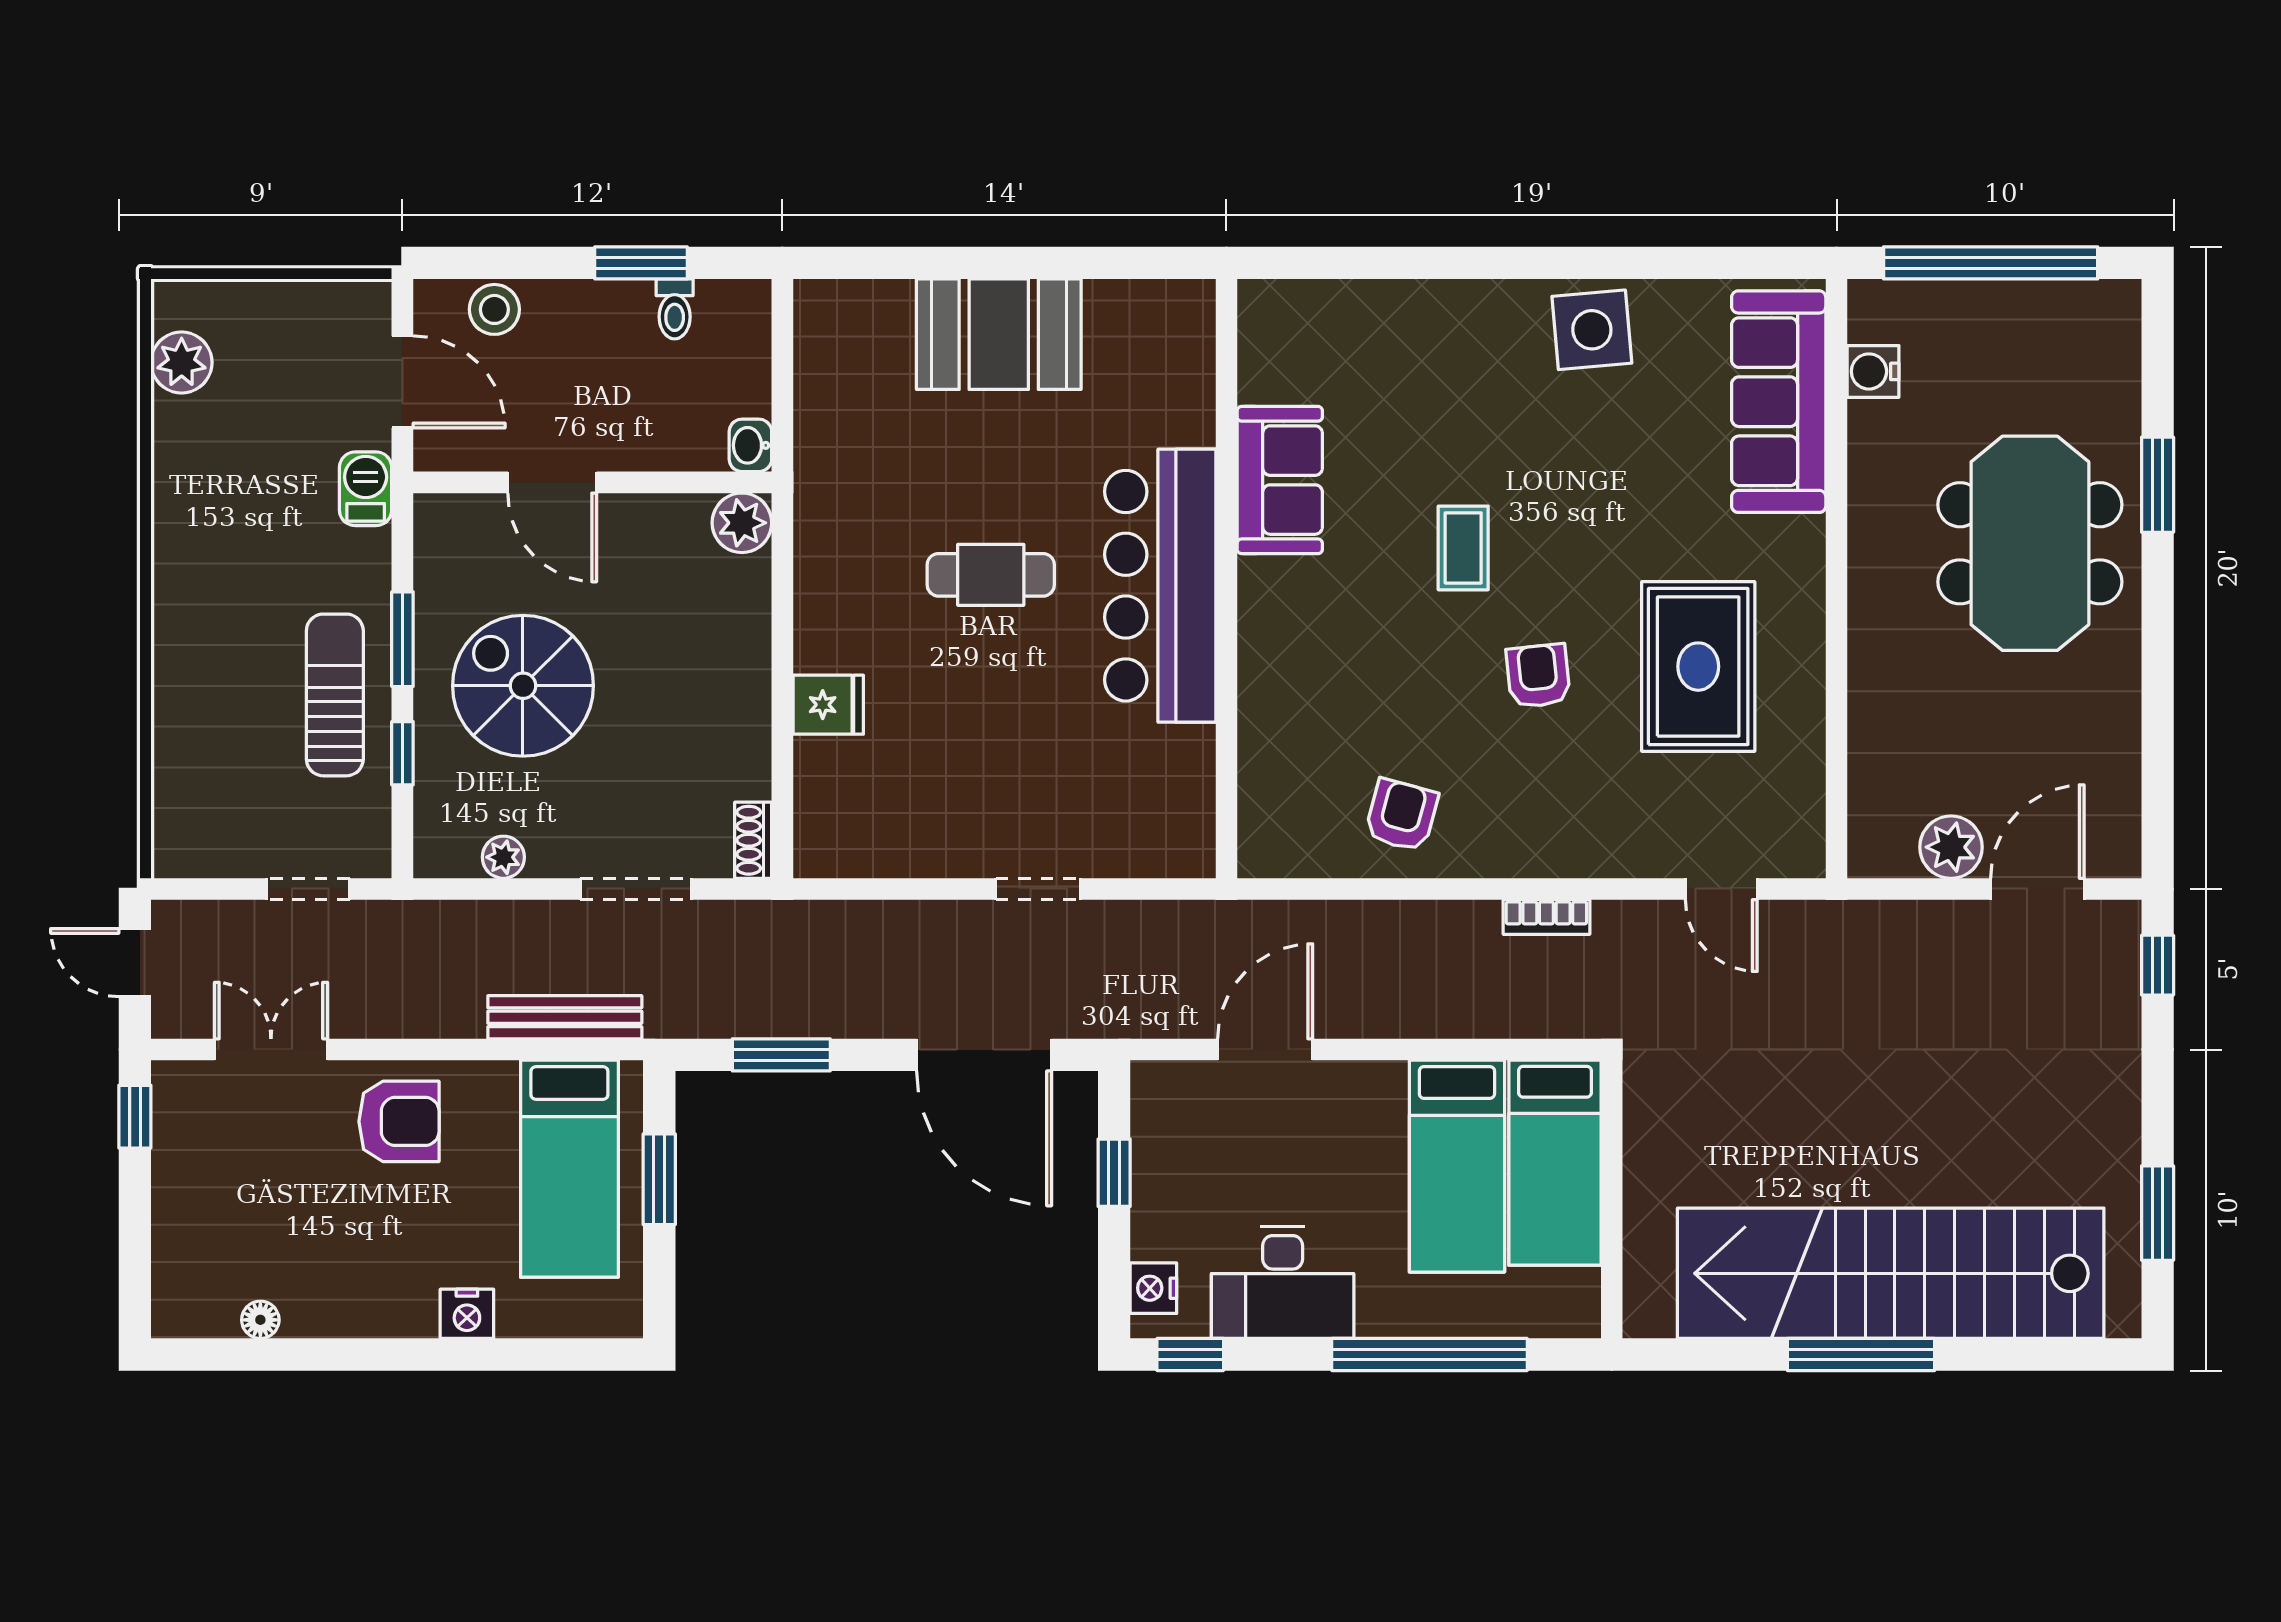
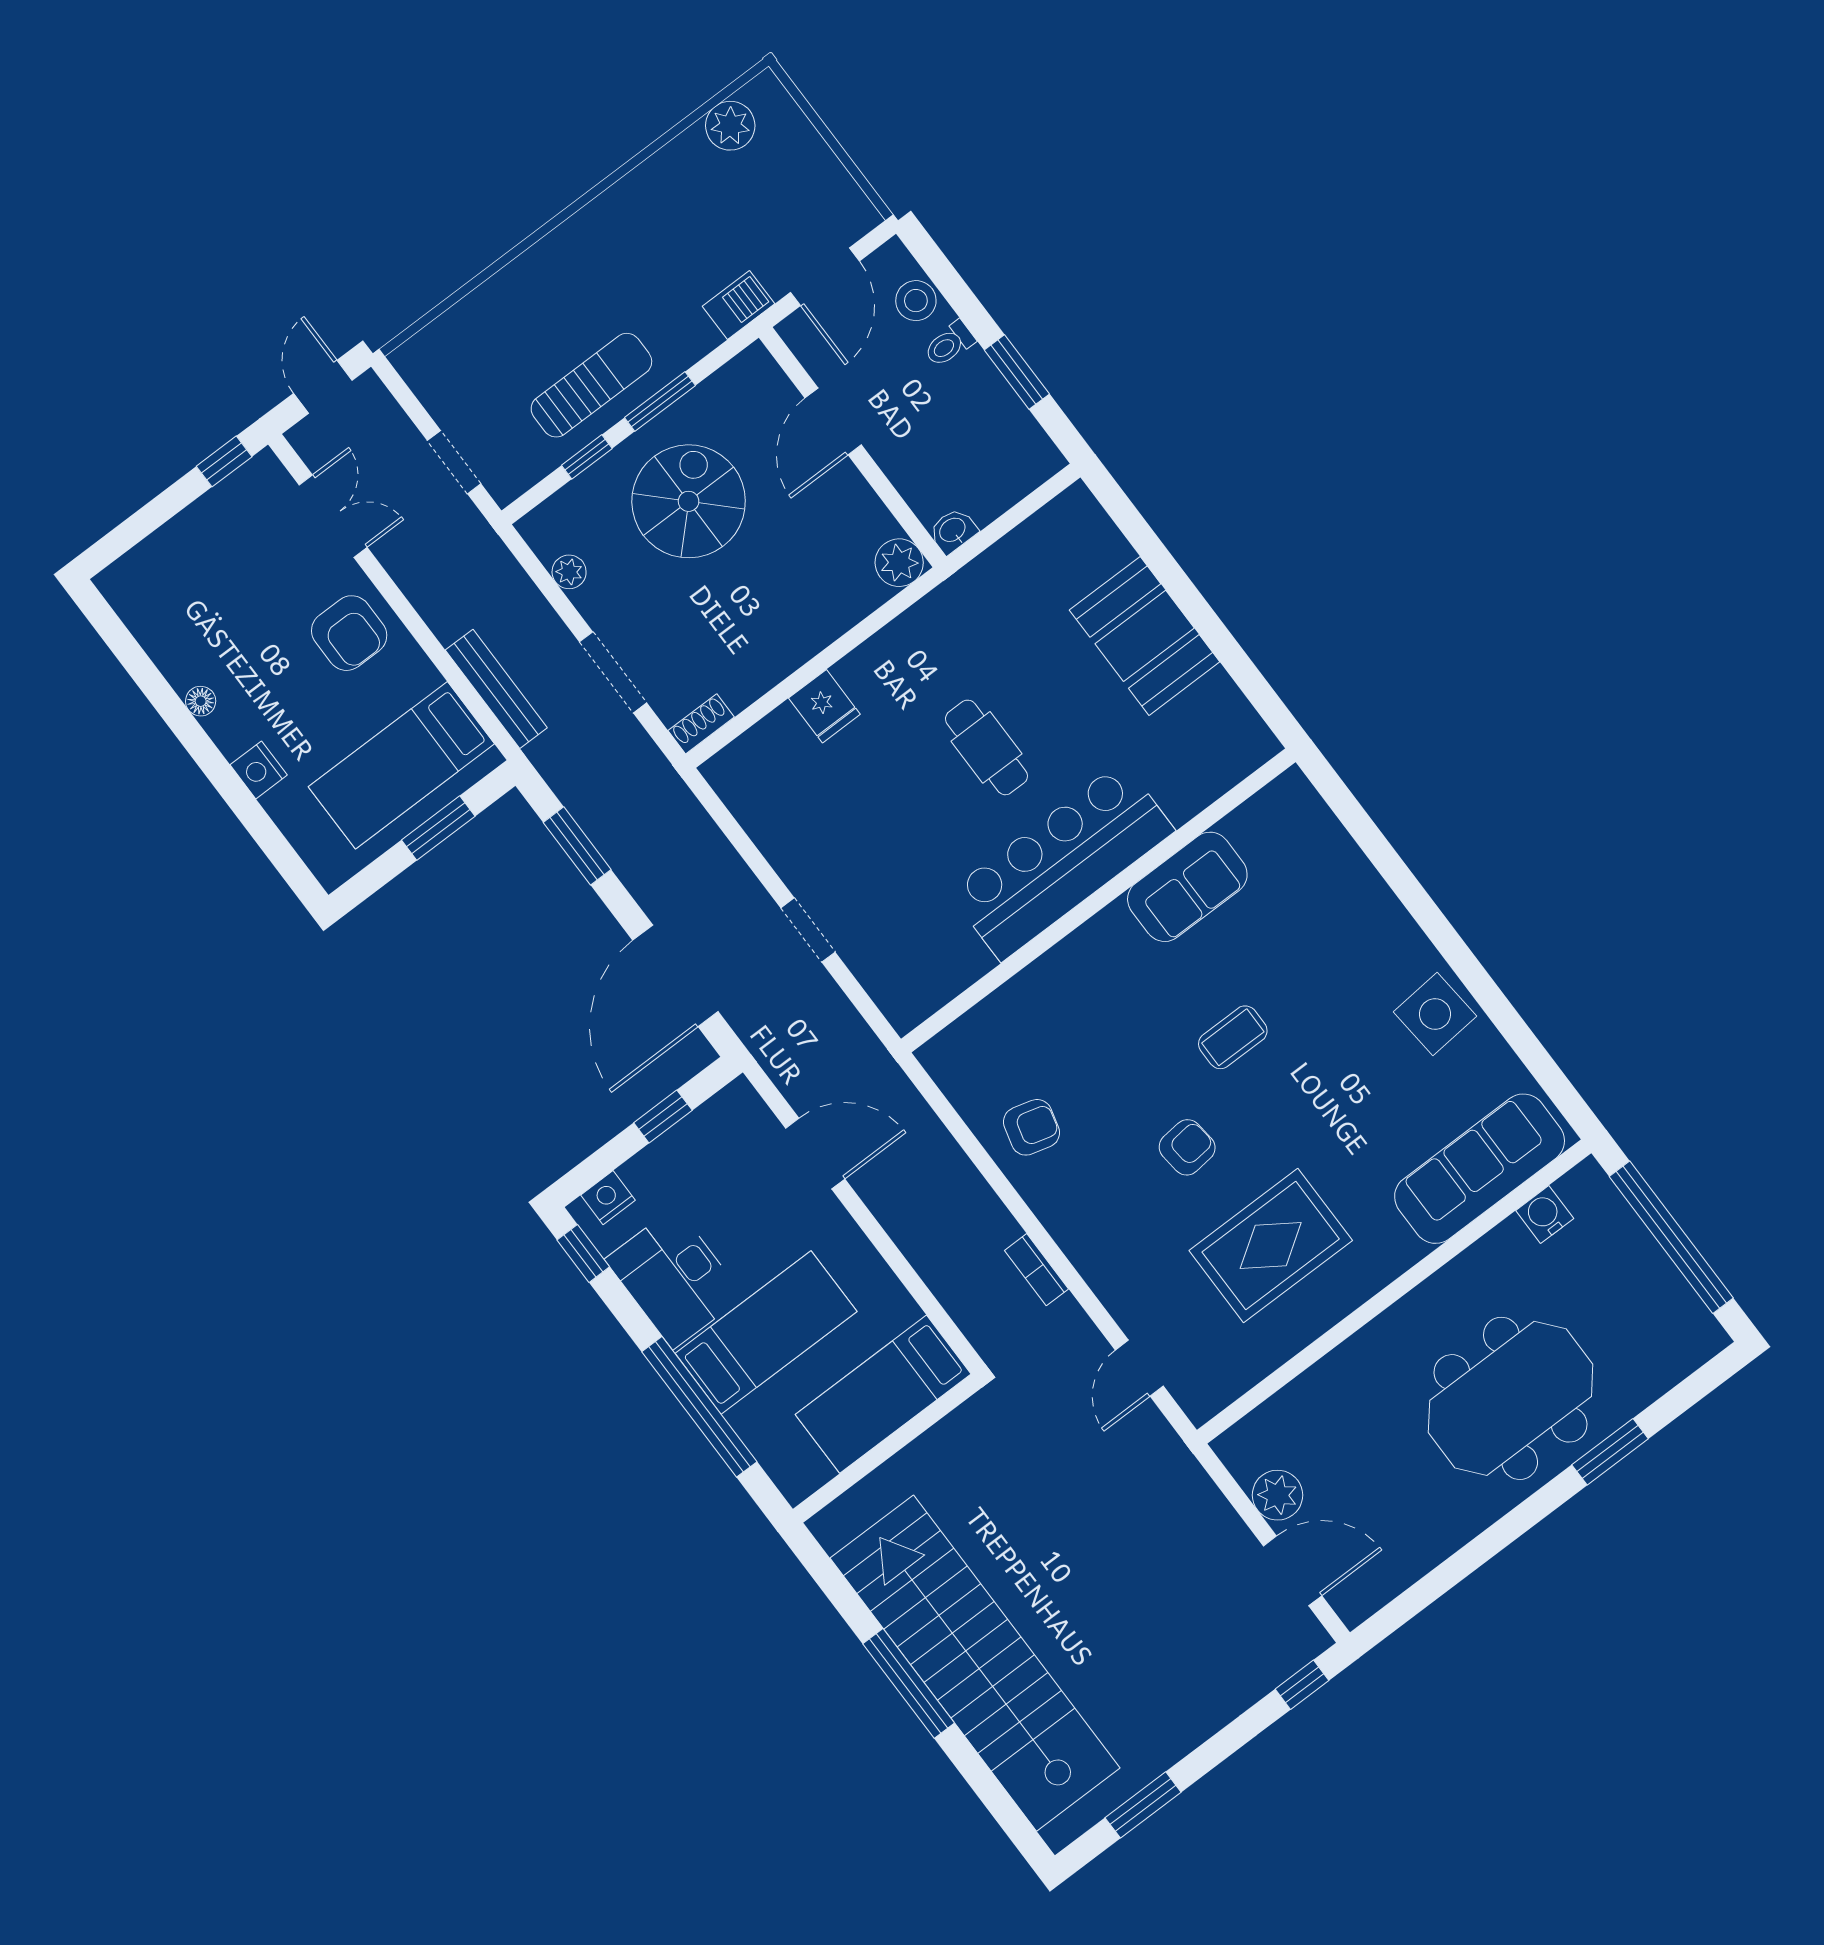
toilet: (675, 309) -> (949, 344), moved
bed: (1457, 1166) -> (766, 1332), moved, turned 180
floor lamp: (260, 1320) -> (201, 701), moved

